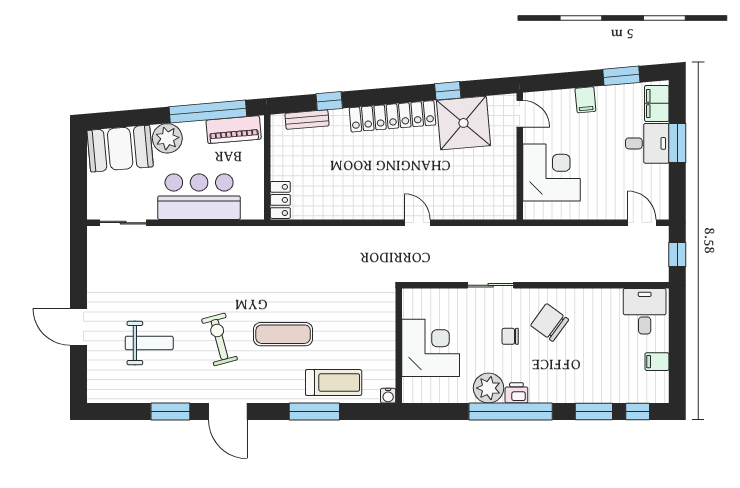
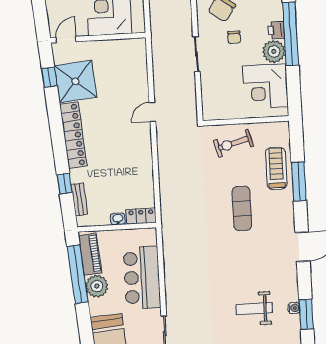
window: (448, 91) -> (49, 77), moved
plant: (167, 138) -> (97, 286), moved
washbasin: (278, 169) -> (118, 219), added
exercise bike: (220, 339) -> (233, 143), moved
weight bench: (149, 343) -> (254, 309), turned -90
corner desk: (431, 348) -> (265, 86), moved, turned -90
water cooler: (388, 396) -> (294, 308), moved
window: (170, 411) -> (306, 314), moved

